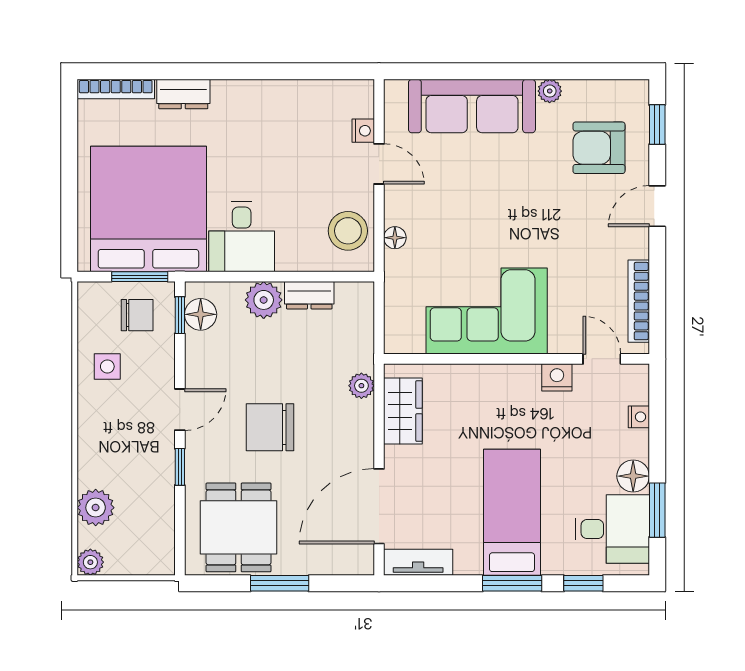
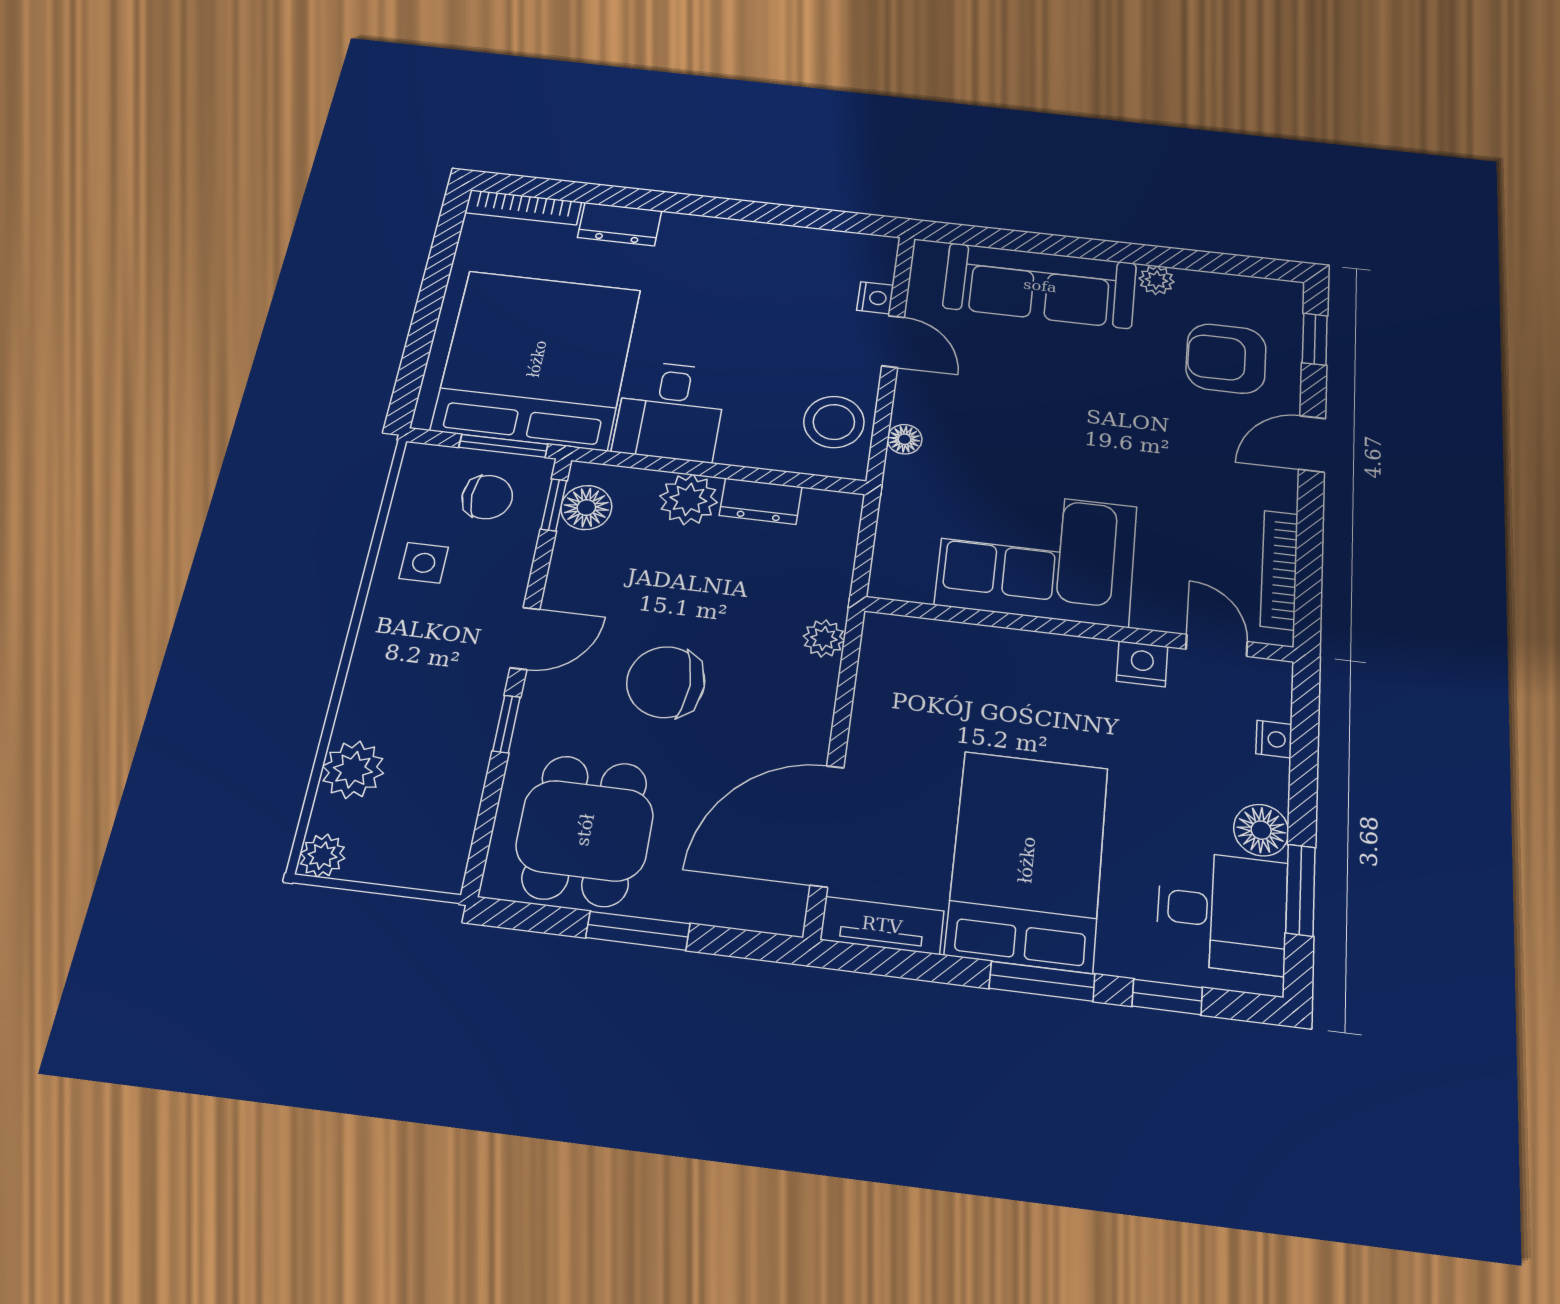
wardrobe: (403, 411) -> (886, 684), removed
bed: (512, 512) -> (1027, 860), width x1.50

